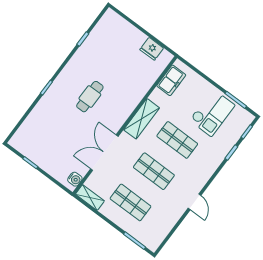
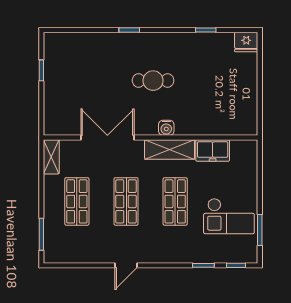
fridge: (152, 49) -> (246, 42), moved, turned -90
freezer: (171, 80) -> (213, 150), moved
water cooler: (75, 179) -> (166, 128), moved

